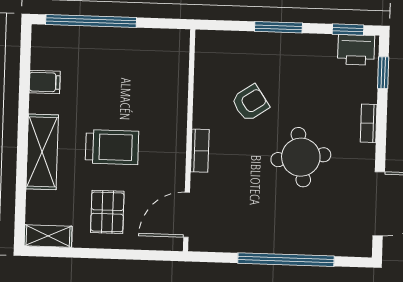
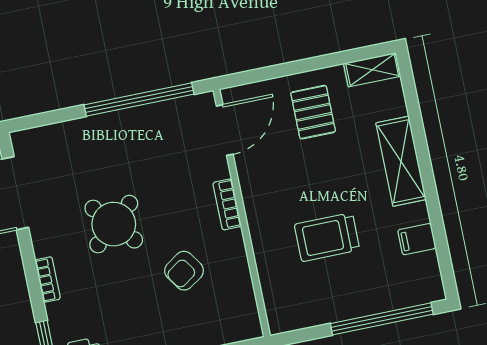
trolley: (112, 147) -> (327, 237), moved
round table: (301, 157) -> (114, 224), turned -33
window: (286, 260) -> (139, 99), moved

